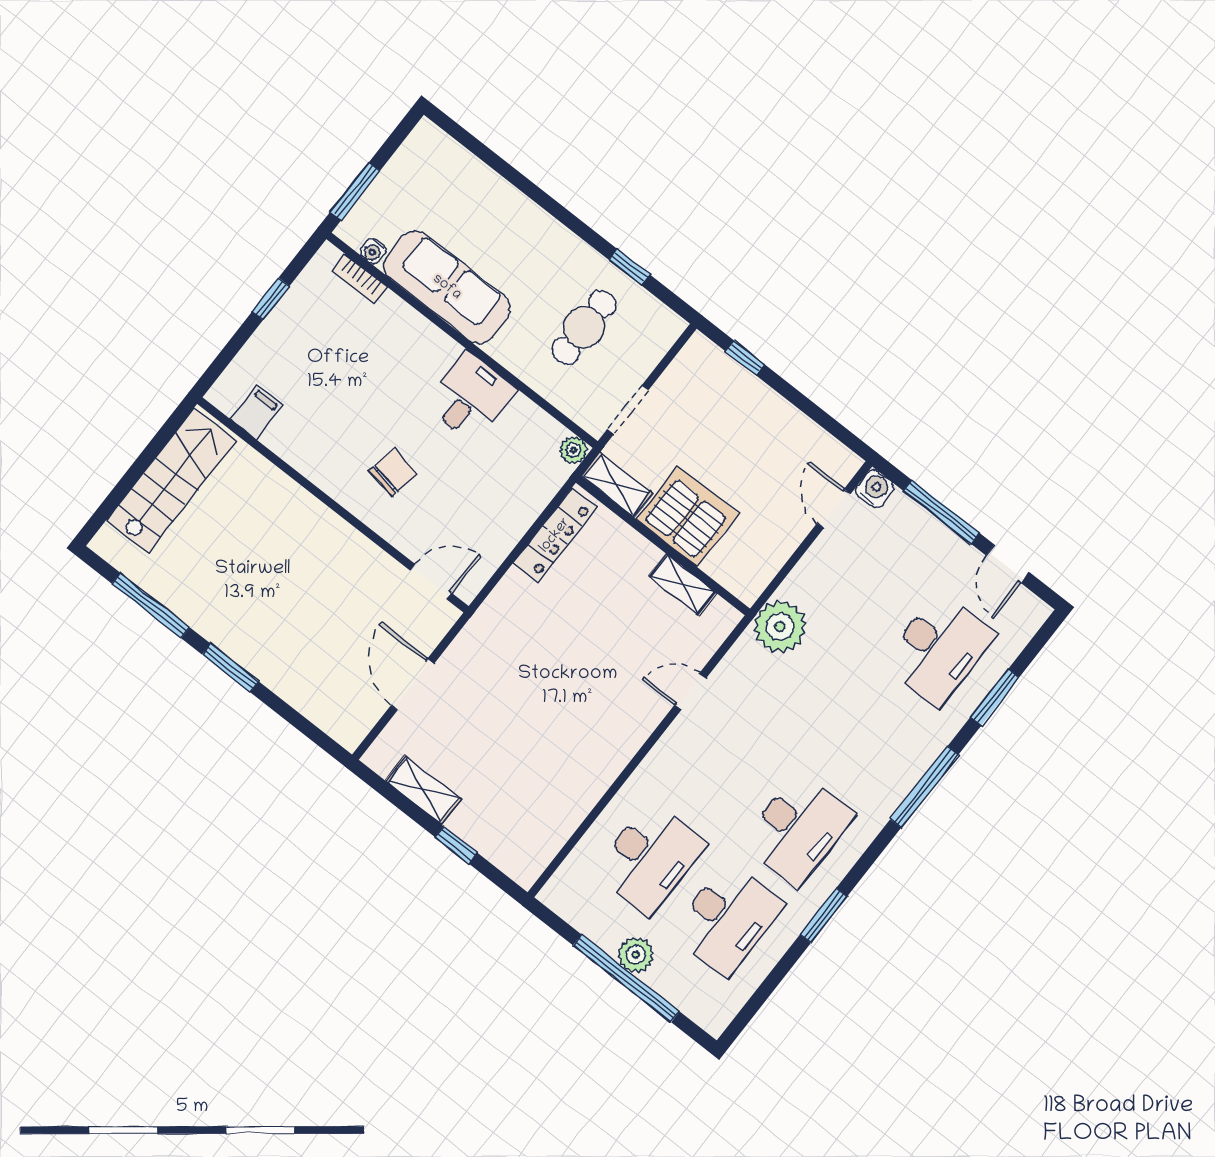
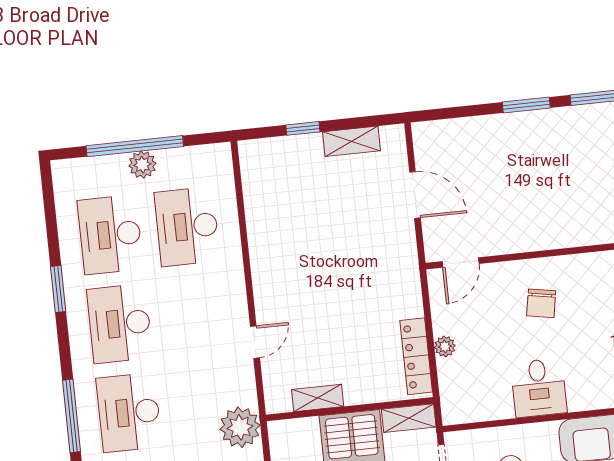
plant: (574, 450) -> (445, 346), moved
desk: (869, 739) -> (129, 413), added

